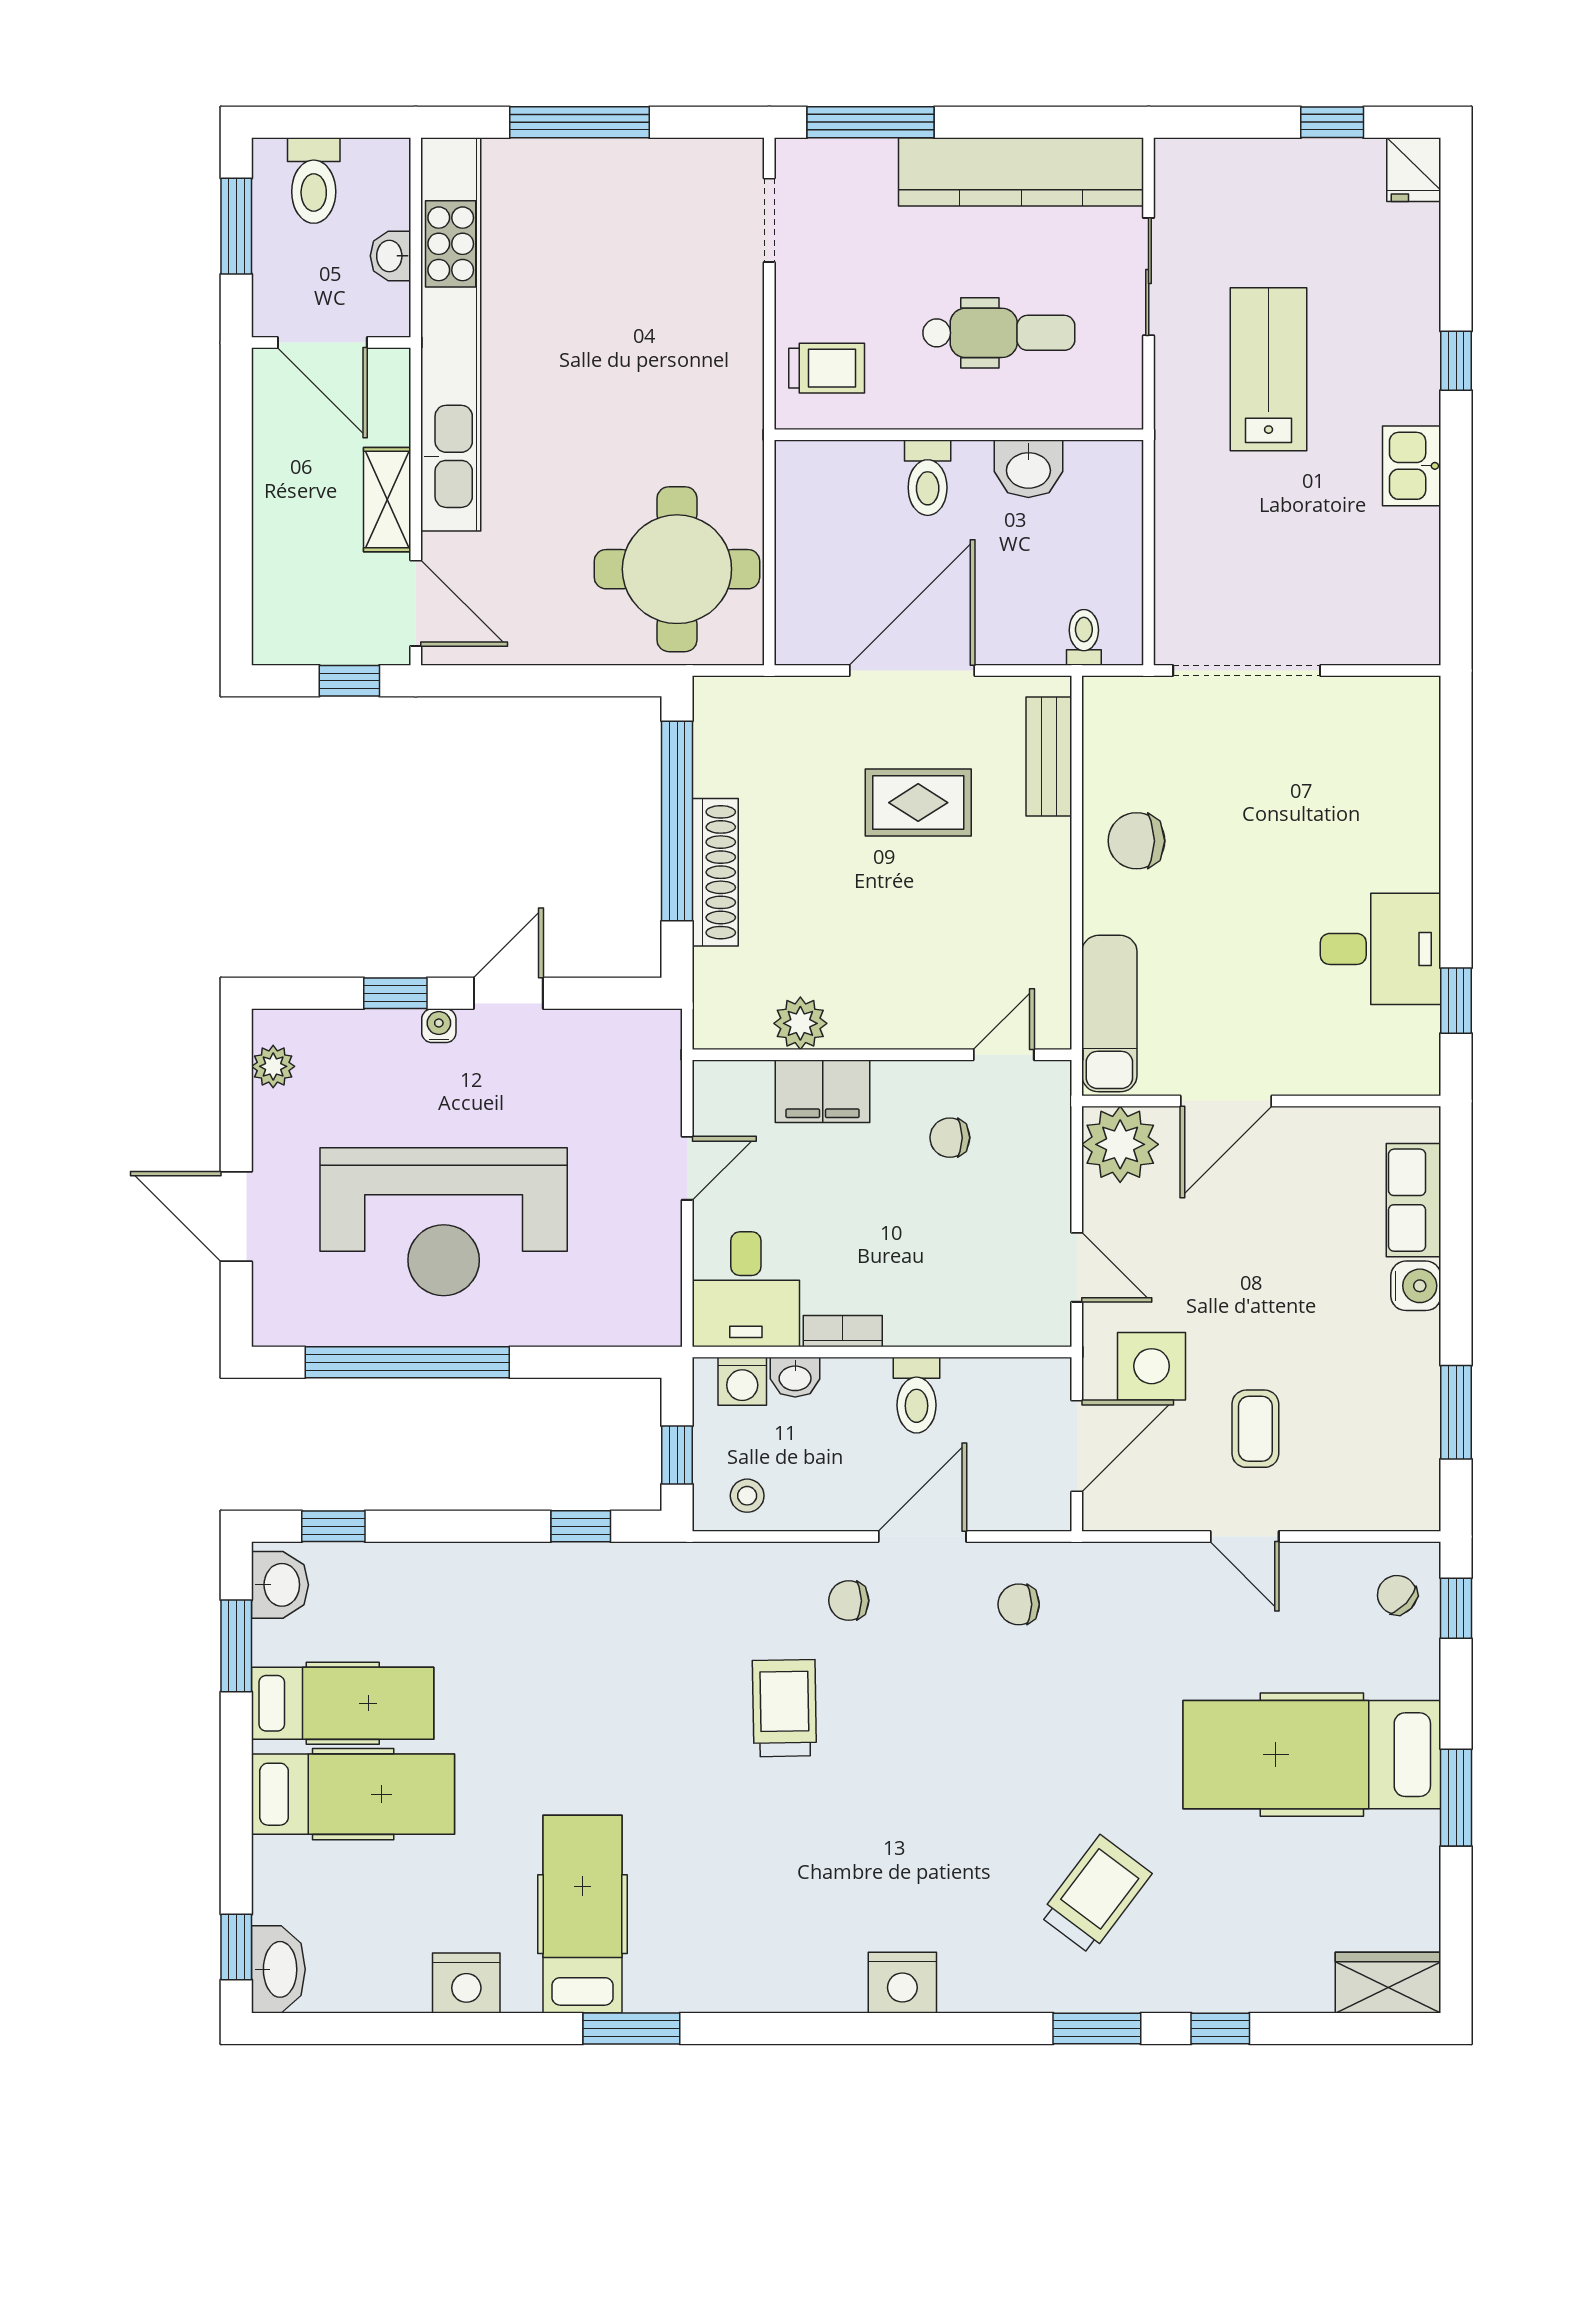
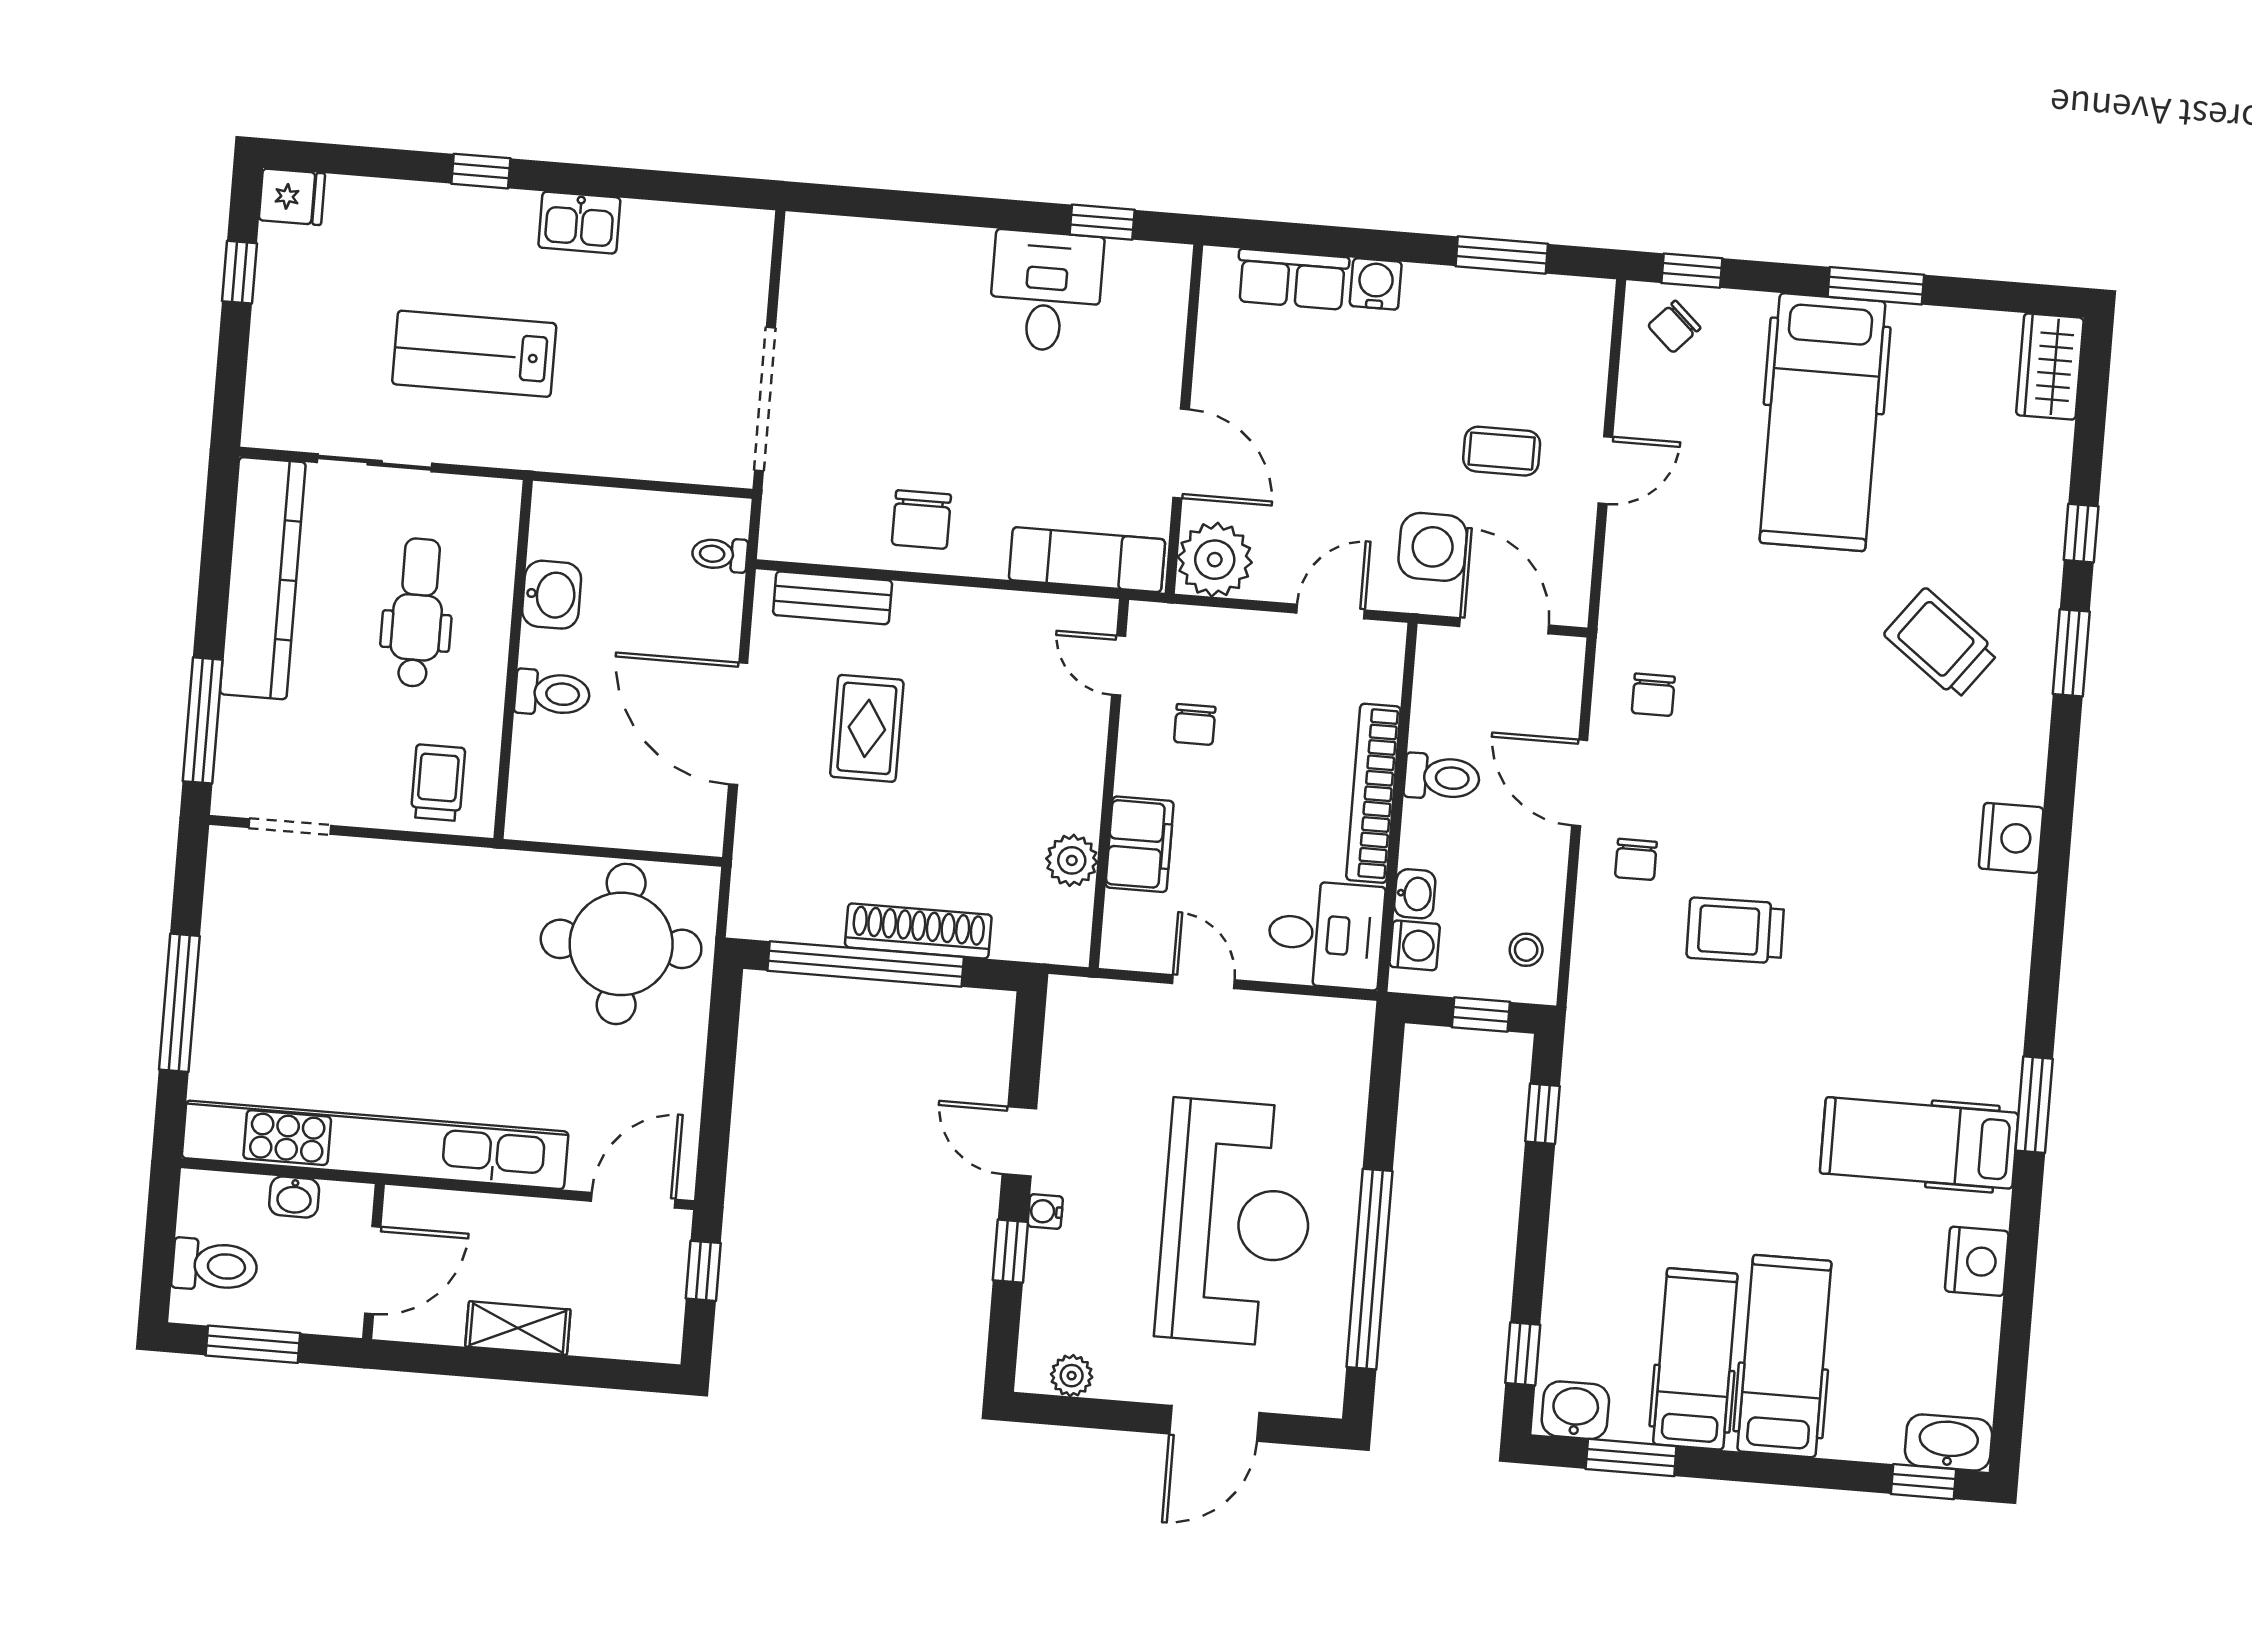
shelving: (387, 500) -> (518, 1328), moved
bookcase: (843, 1331) -> (1373, 793), width x2.31, depth x1.31

